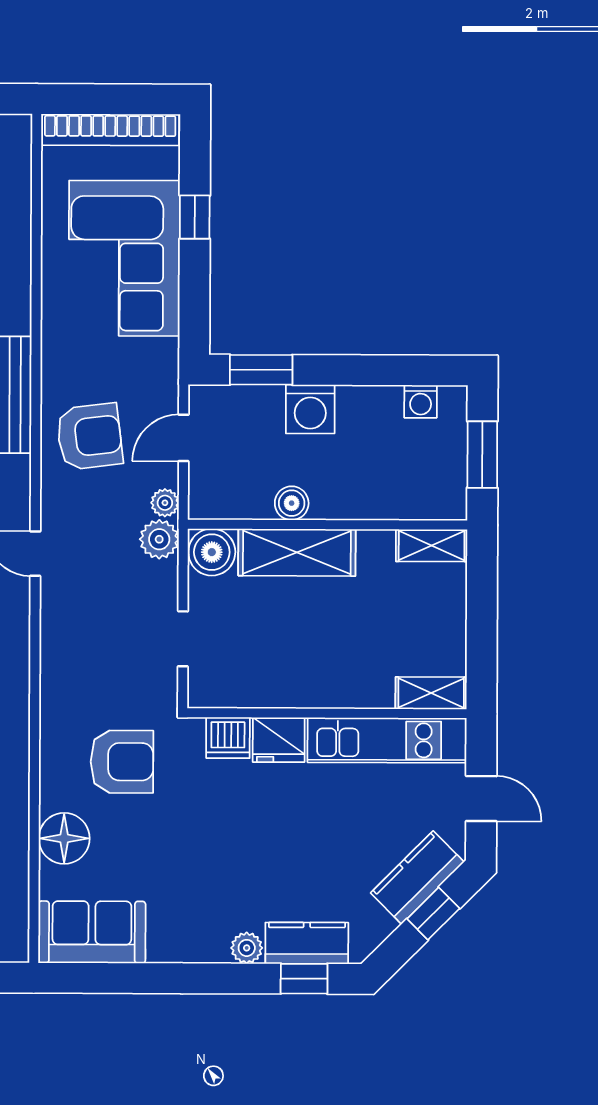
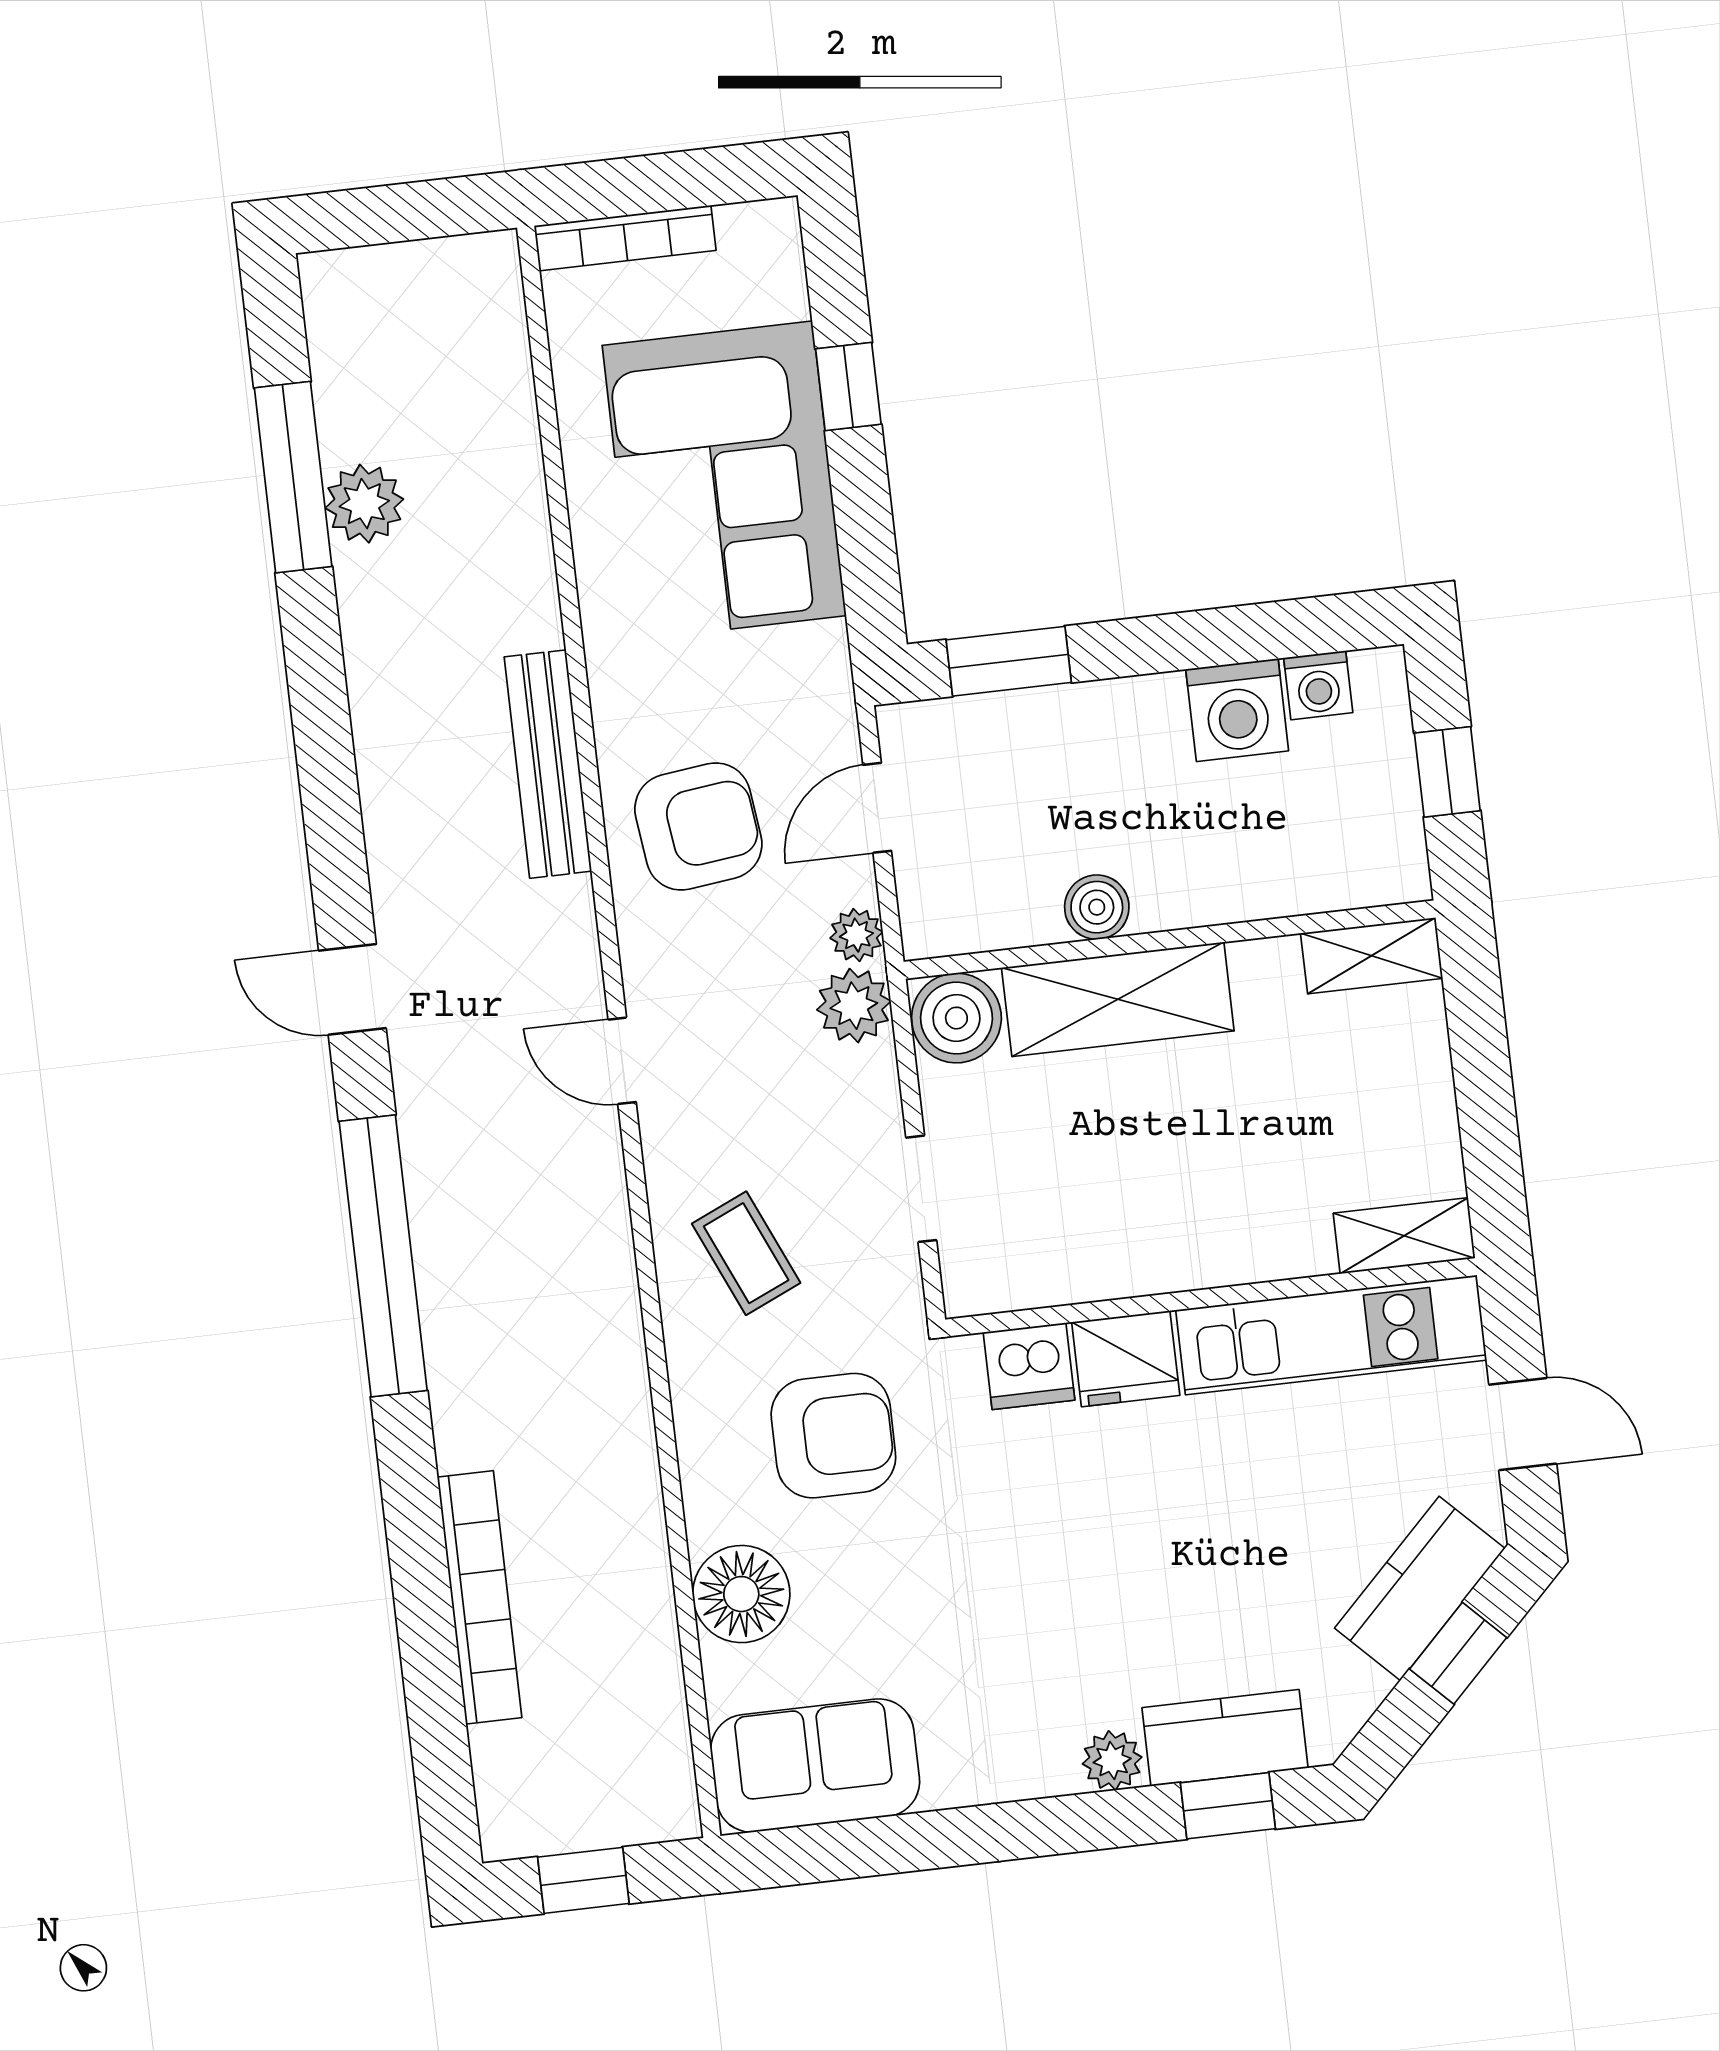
bookcase: (110, 130) -> (625, 238), width x0.68, depth x0.76
washing machine: (310, 409) -> (1237, 710), moved
window: (482, 455) -> (1447, 772), width x0.67
coffee table: (88, 661) -> (746, 1253), added

